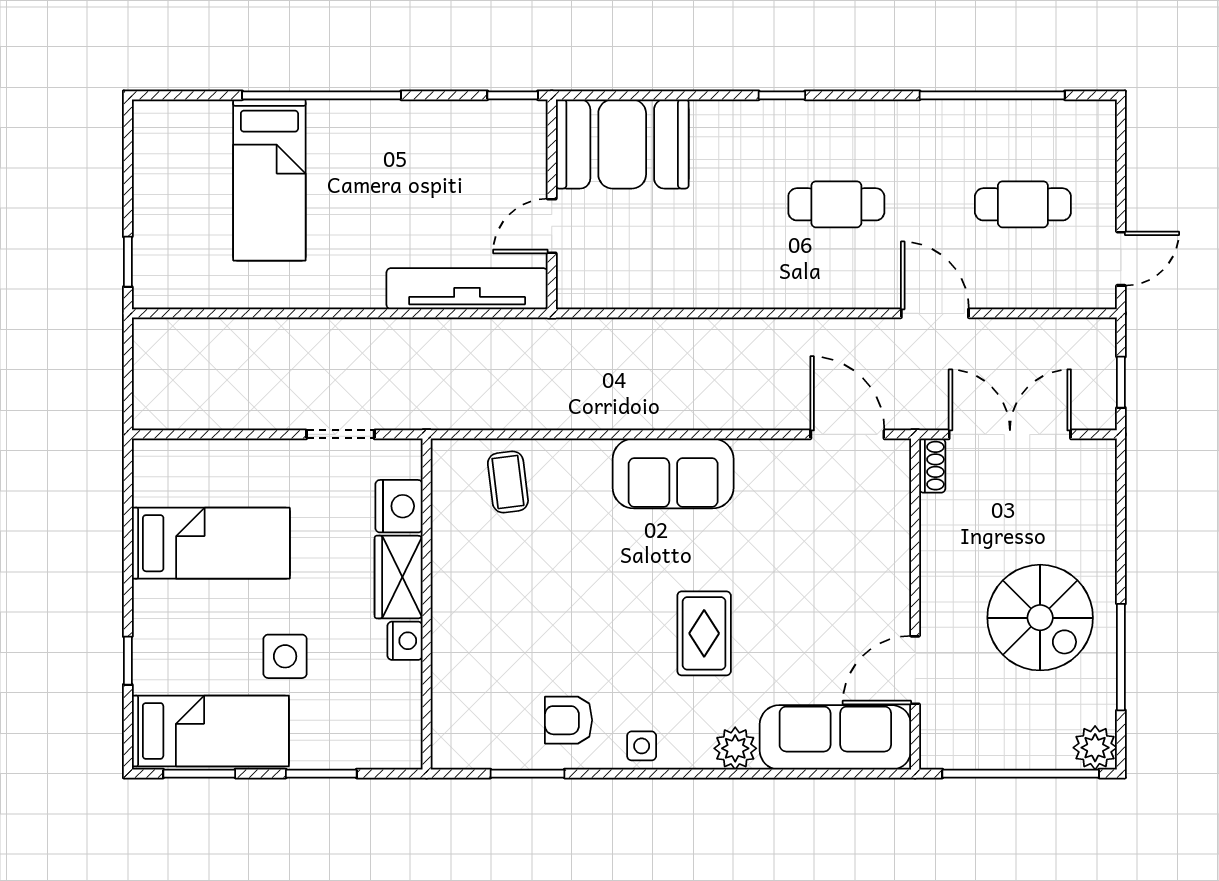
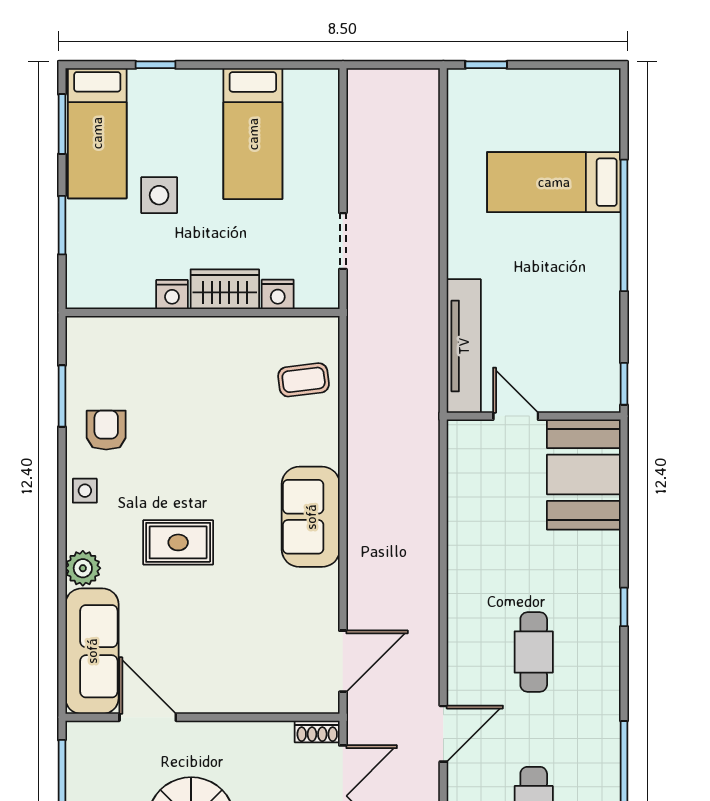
nightstand: (399, 506) -> (278, 294), width x0.74, depth x0.75

